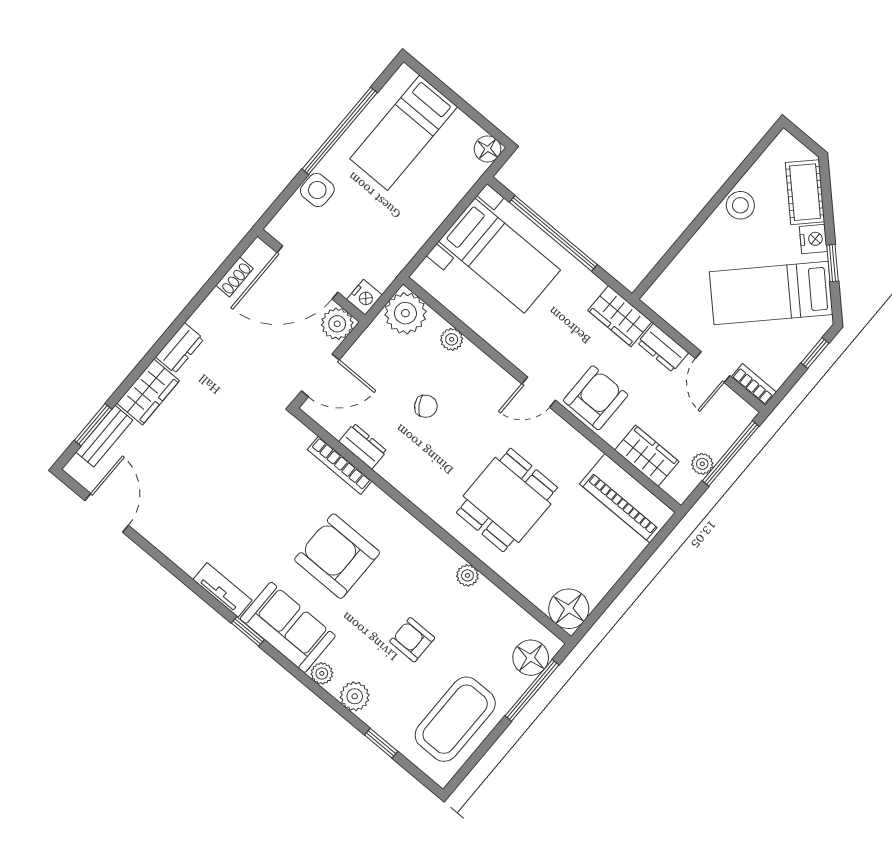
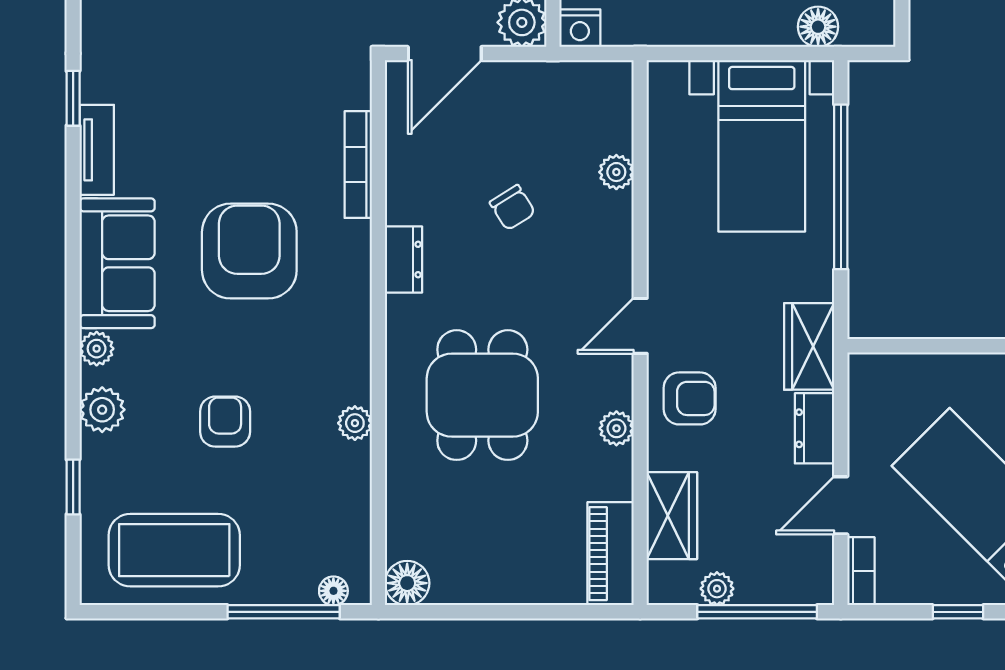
floor lamp: (488, 149) -> (818, 27), moved
plant: (405, 313) -> (616, 428), moved, width x0.53, depth x0.53
door: (320, 375) -> (445, 53), hinge flipped
door: (539, 392) -> (640, 326), hinge flipped
armchair: (596, 398) -> (690, 398), width x0.72, depth x0.72
dresser: (363, 446) -> (404, 260), moved
piano: (627, 498) -> (611, 554), width x0.73, depth x0.75
dining table: (507, 500) -> (482, 395), turned 90
floor lamp: (569, 609) -> (407, 583), width x0.73, depth x0.73
window: (248, 631) -> (73, 98), moved
floor lamp: (531, 658) -> (333, 591), width x0.53, depth x0.53

